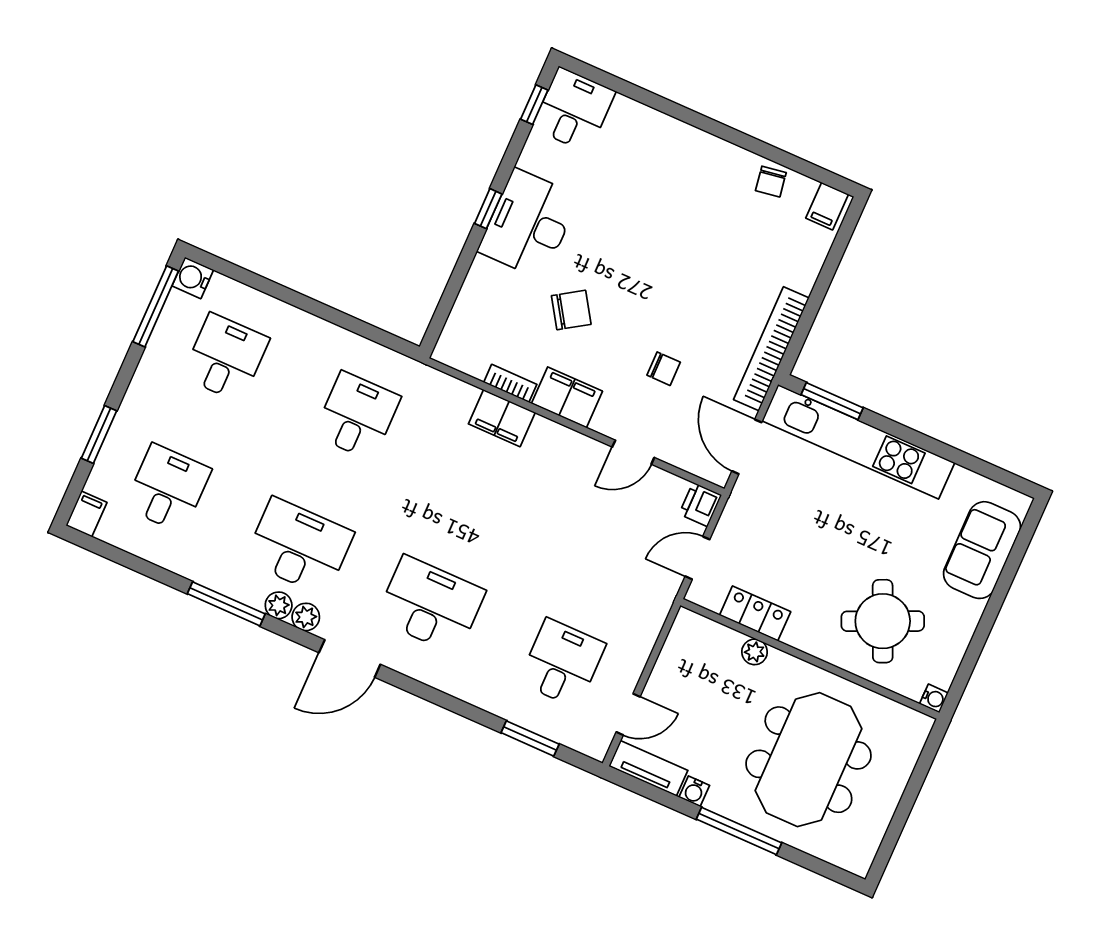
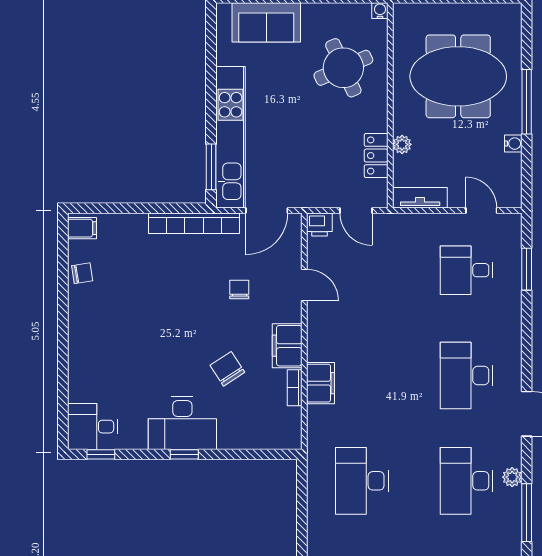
desk: (357, 416) -> (362, 481), width x1.37
plant: (306, 617) -> (512, 455), removed
tv unit: (648, 768) -> (420, 198), moved, turned 90

